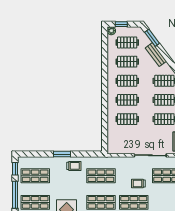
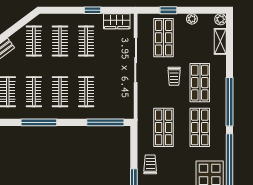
window: (105, 84) -> (39, 122), added
window: (105, 133) -> (105, 122), added

